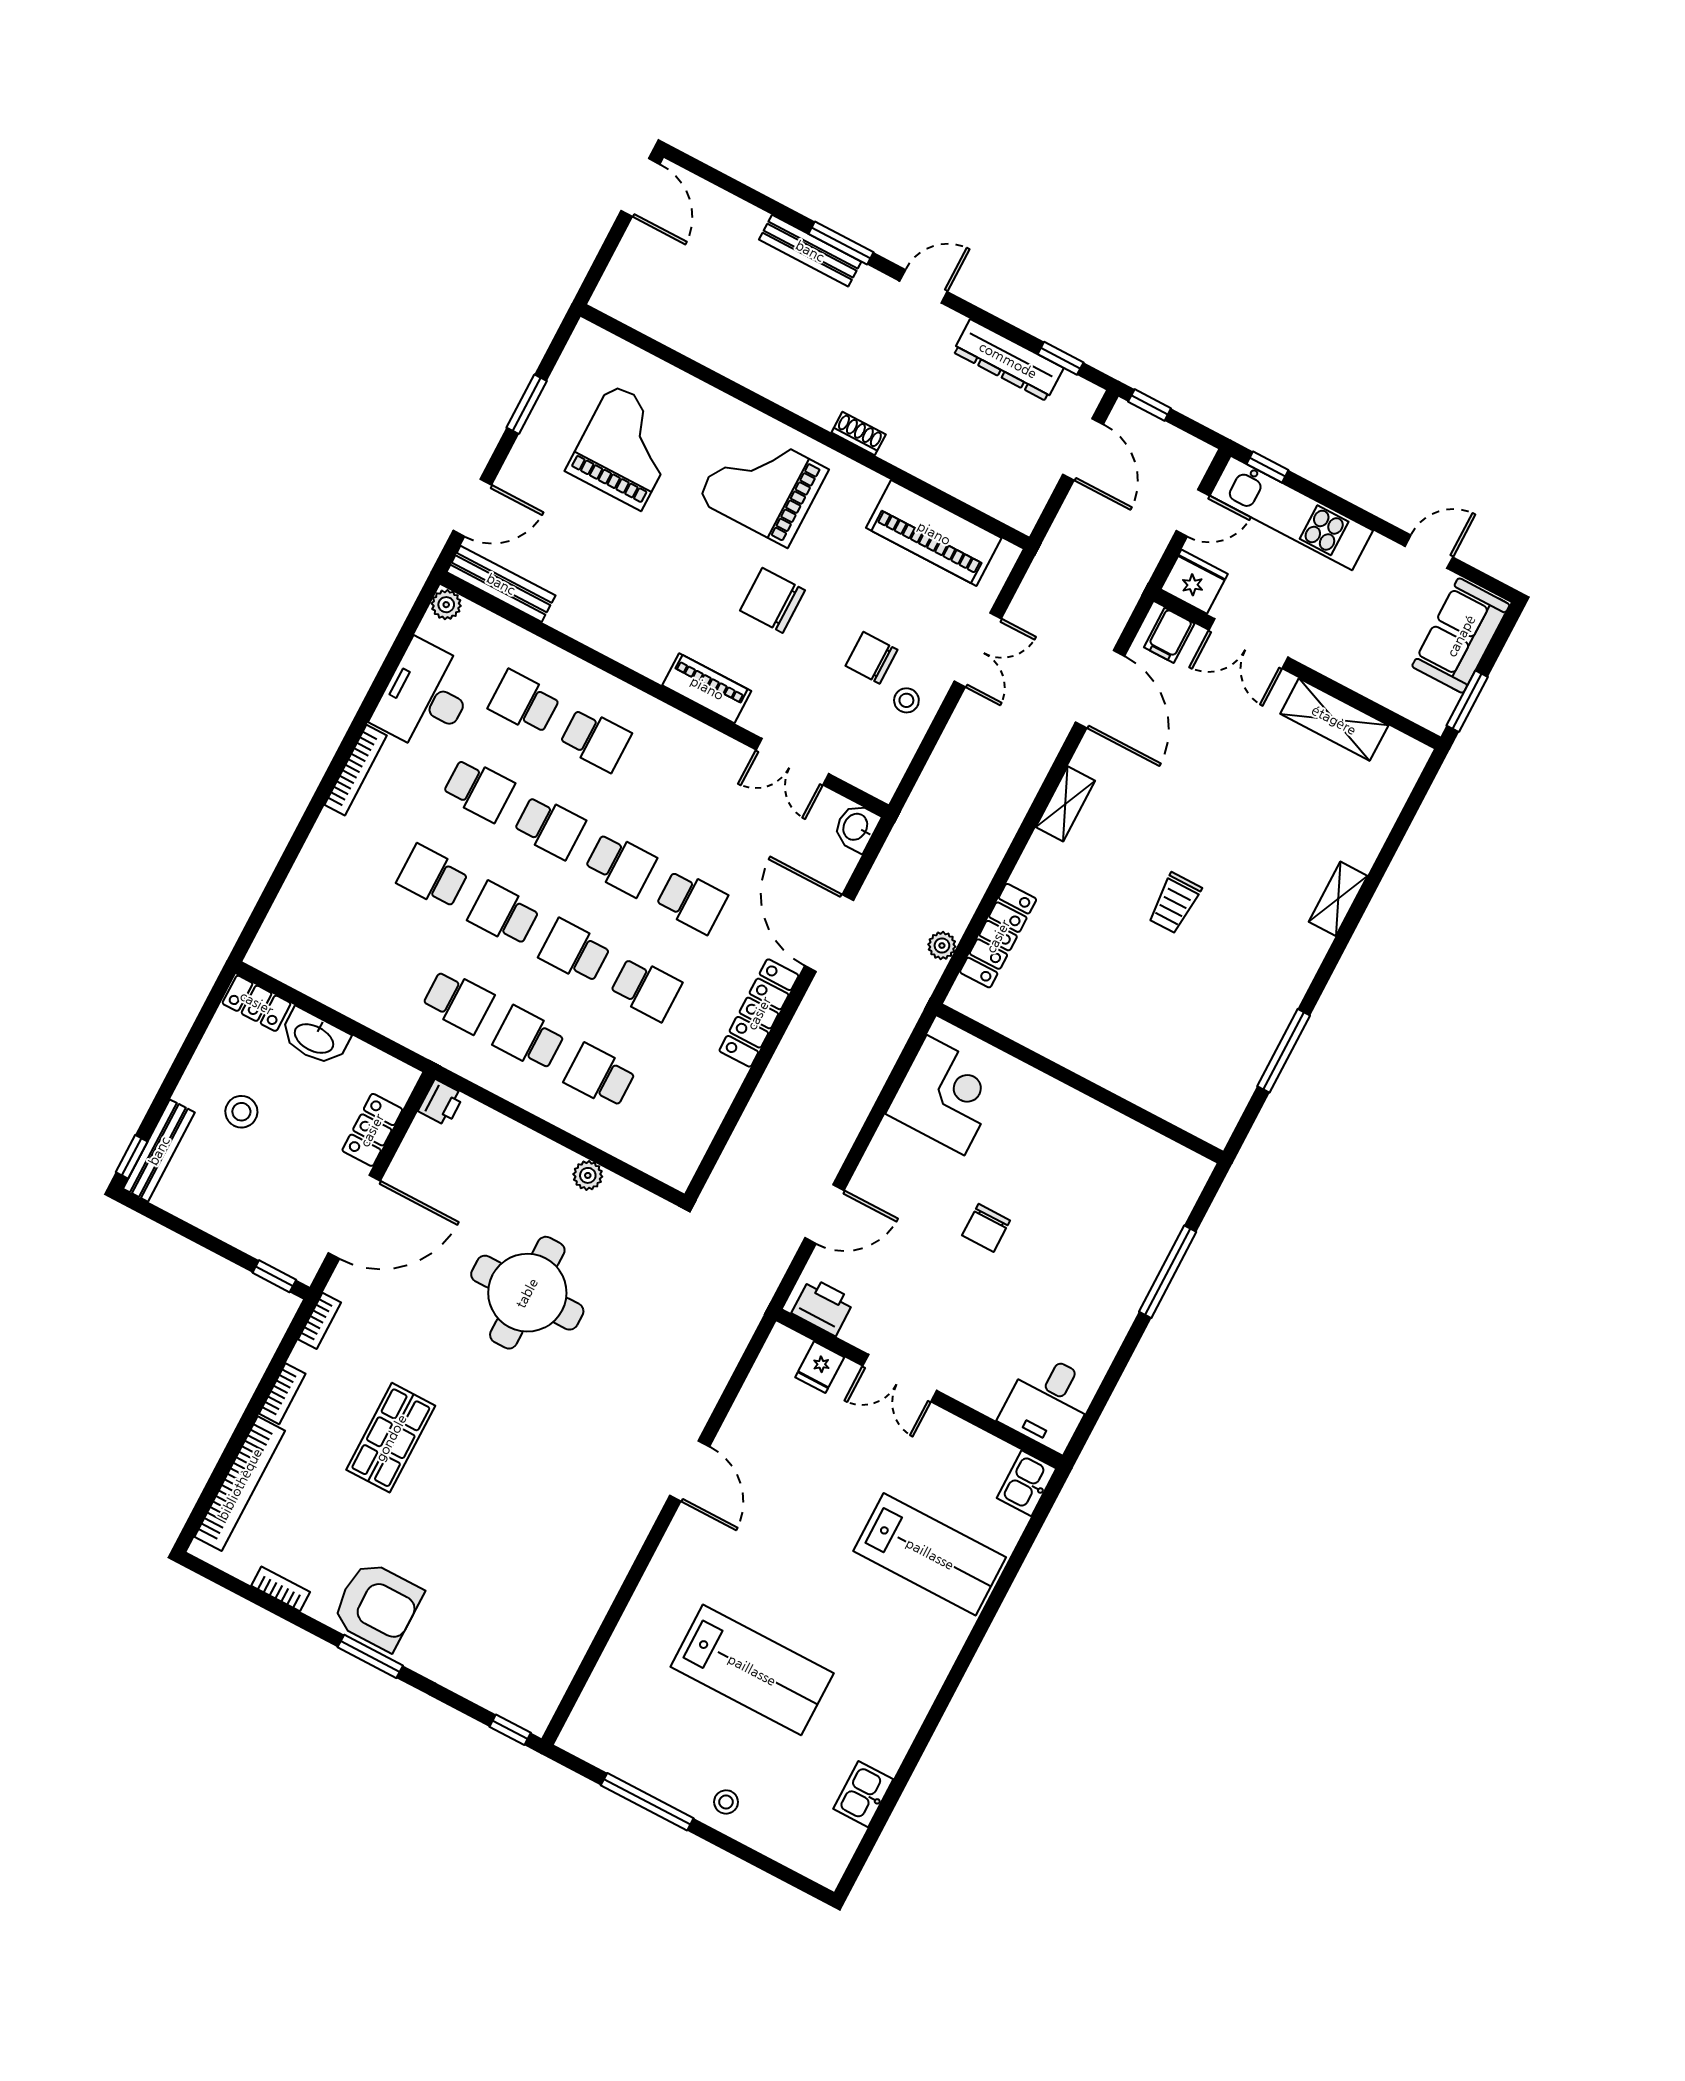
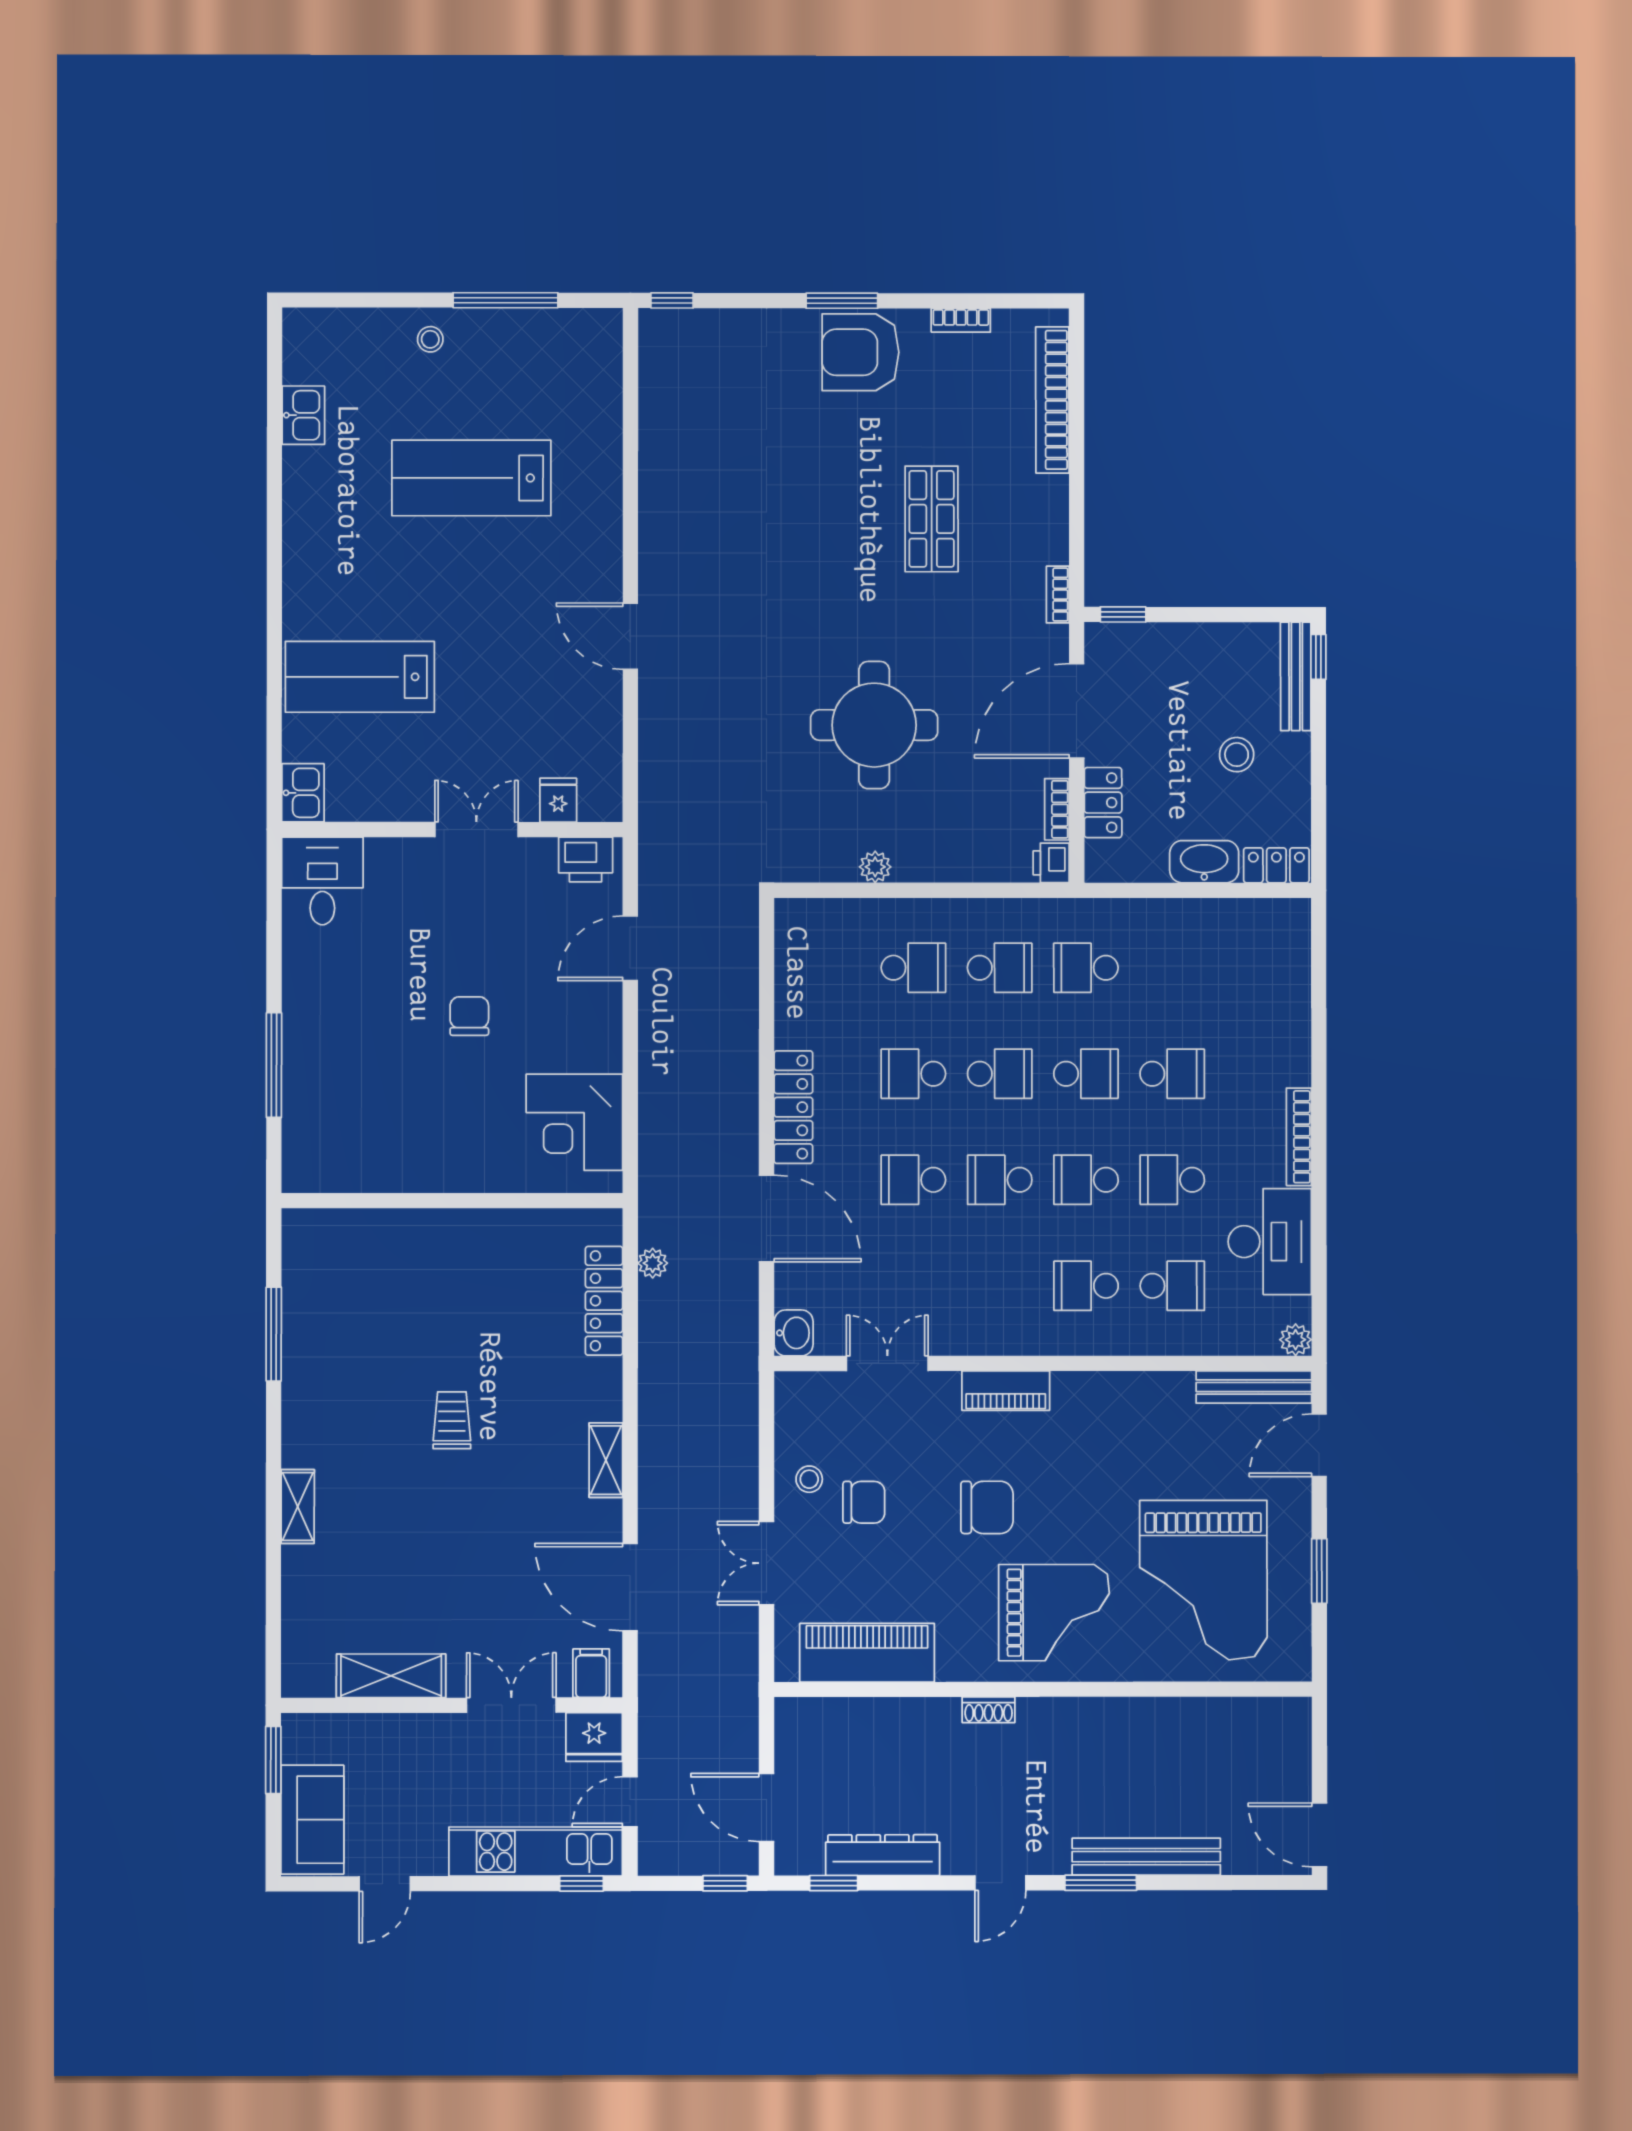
bench: (810, 251) -> (1146, 1857), width x1.37, depth x1.21
grand piano: (626, 447) -> (1203, 1580), width x1.37, depth x1.48
bookcase: (282, 1394) -> (1057, 809), moved

